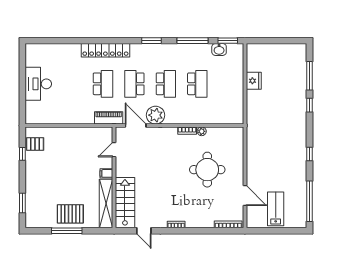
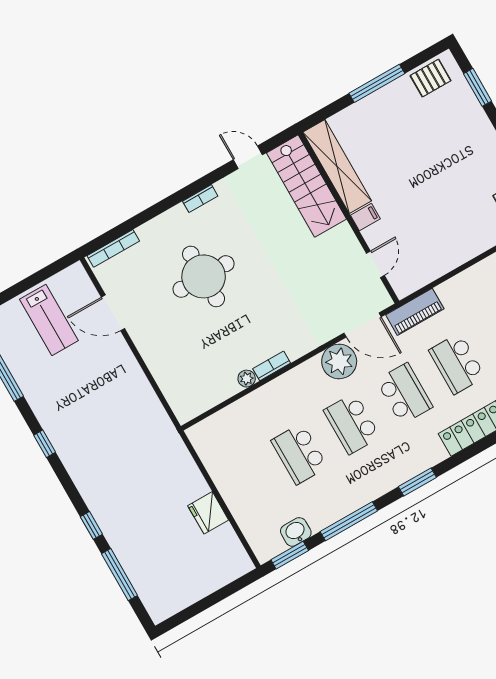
round table: (207, 170) -> (204, 276), moved
pallet: (70, 214) -> (431, 78), moved, width x0.67, depth x0.71

